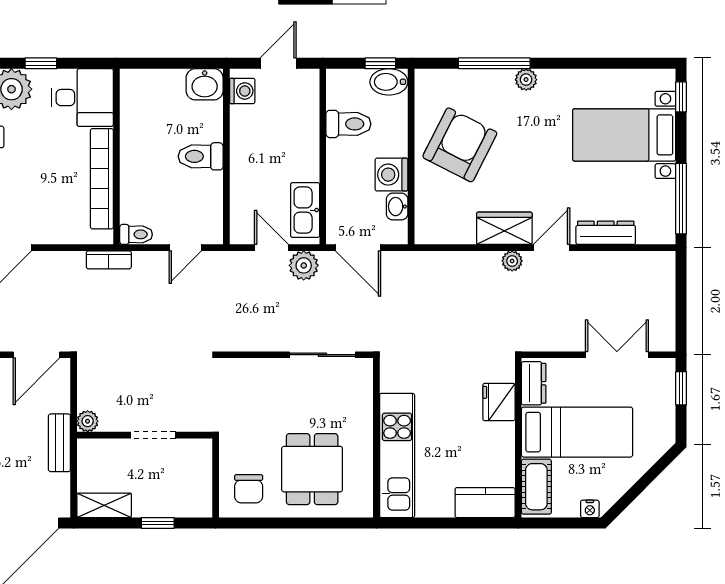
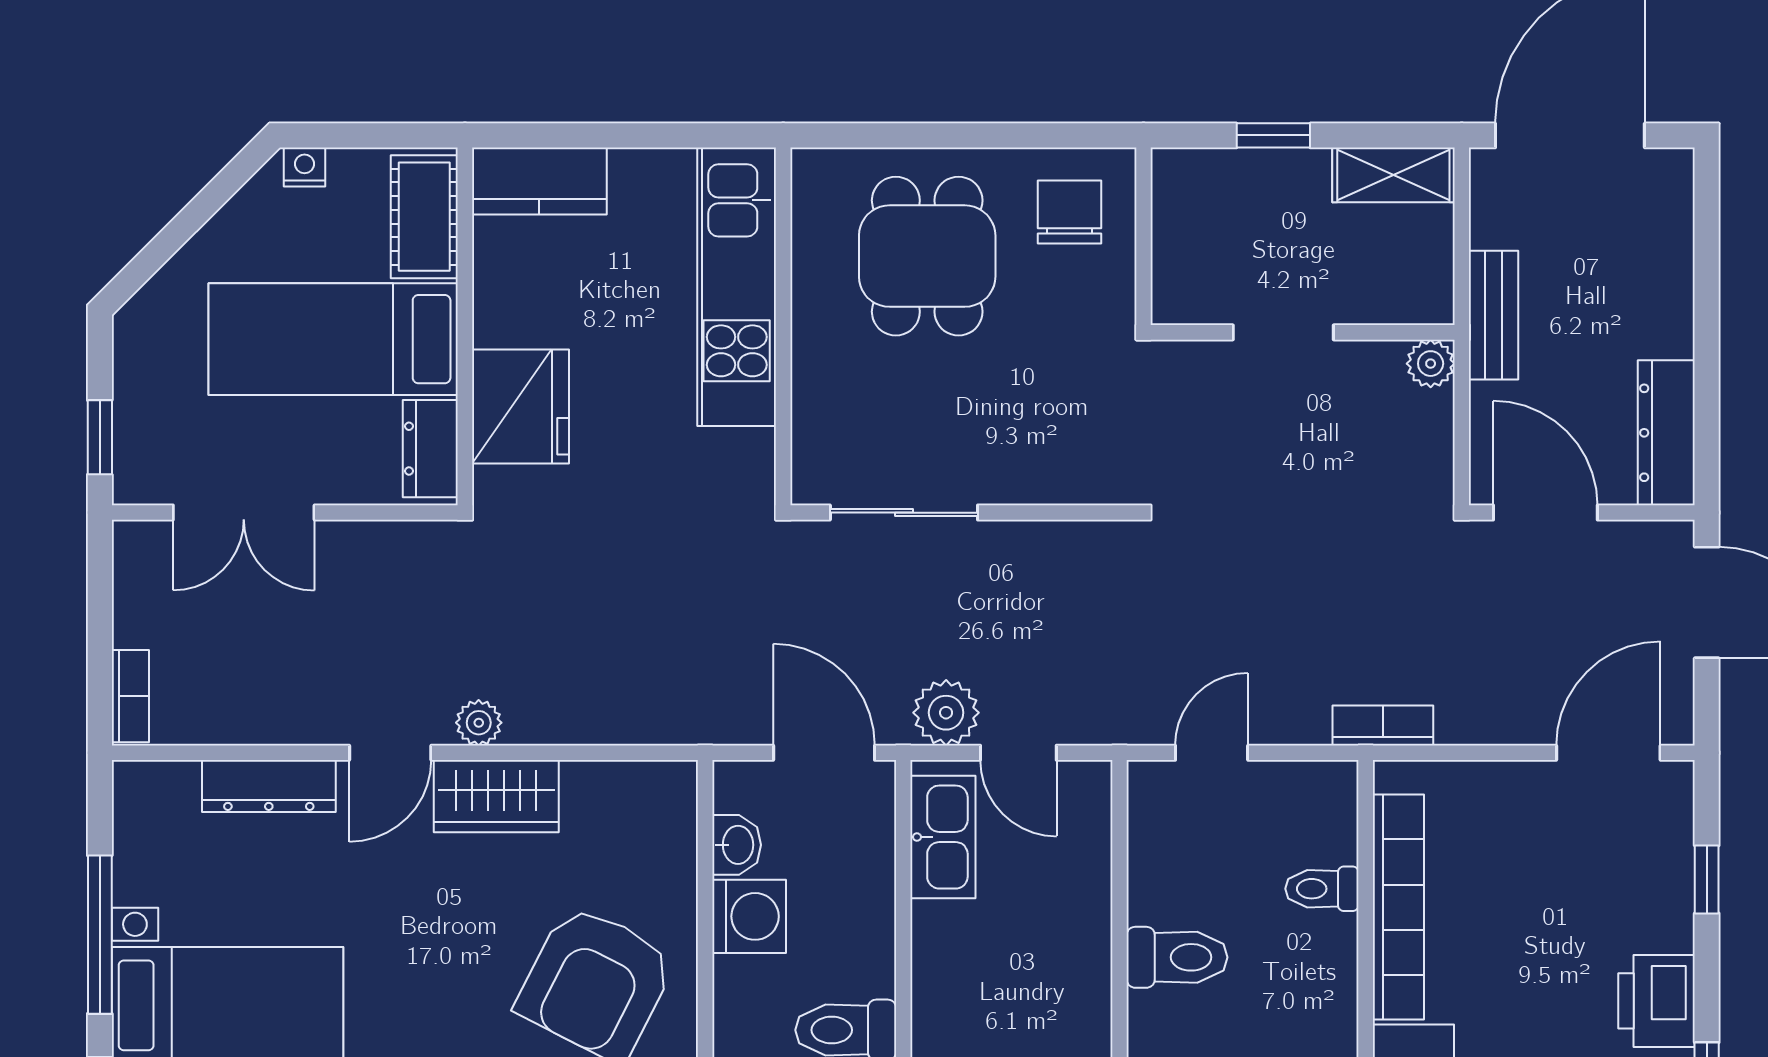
window: (681, 199) -> (100, 935), moved
toilet: (136, 234) -> (1322, 889), moved
bookcase: (667, 273) -> (130, 696), added
door: (36, 355) -> (1545, 513), hinge flipped
fridge: (499, 402) -> (521, 407), width x1.36, depth x1.34

